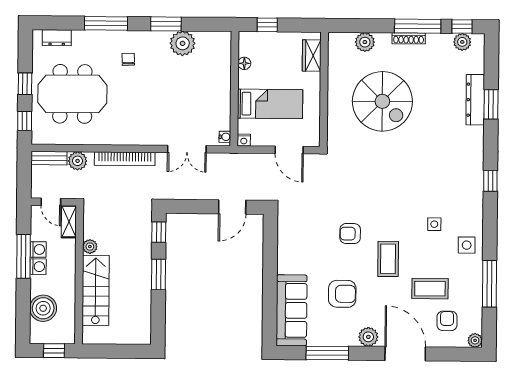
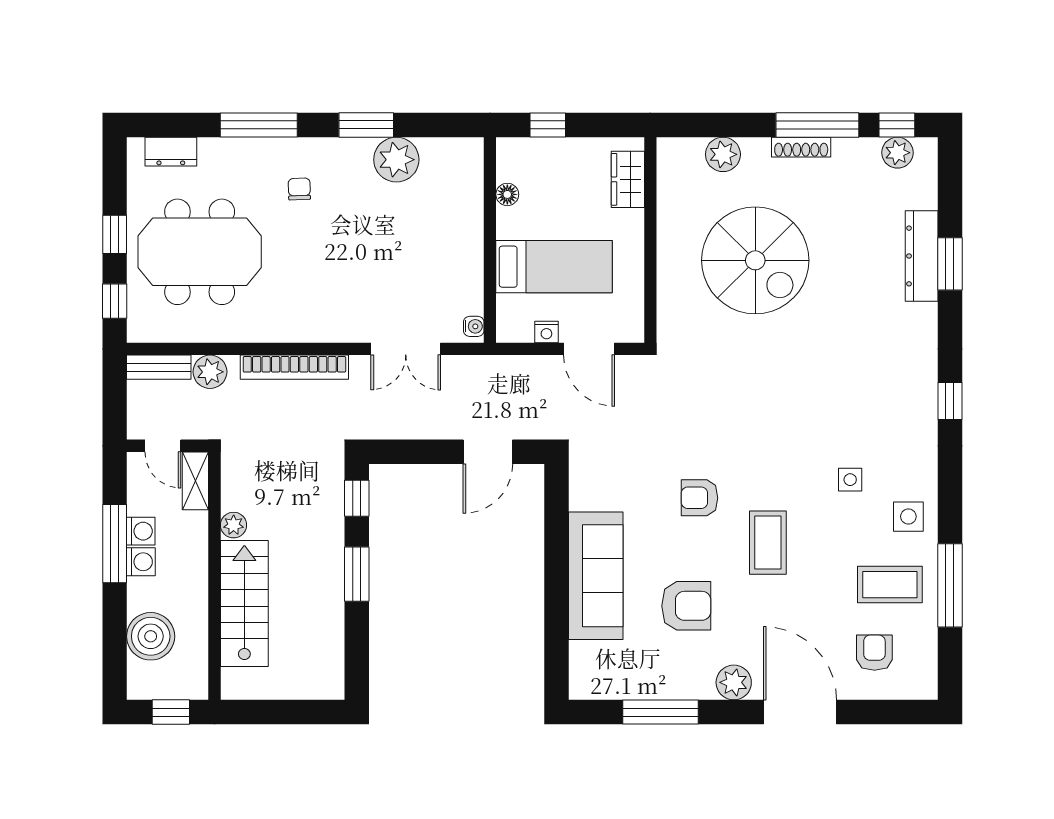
nightstand: (244, 140) -> (546, 332), moved
coffee table: (430, 289) -> (890, 585), moved
sofa: (292, 310) -> (596, 576), moved
plant: (475, 340) -> (925, 687), removed

